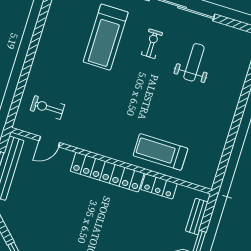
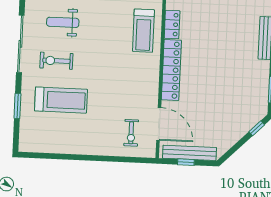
exercise bike: (152, 44) -> (56, 61), width x1.38, depth x1.39
door: (49, 142) -> (159, 124), width x1.88

